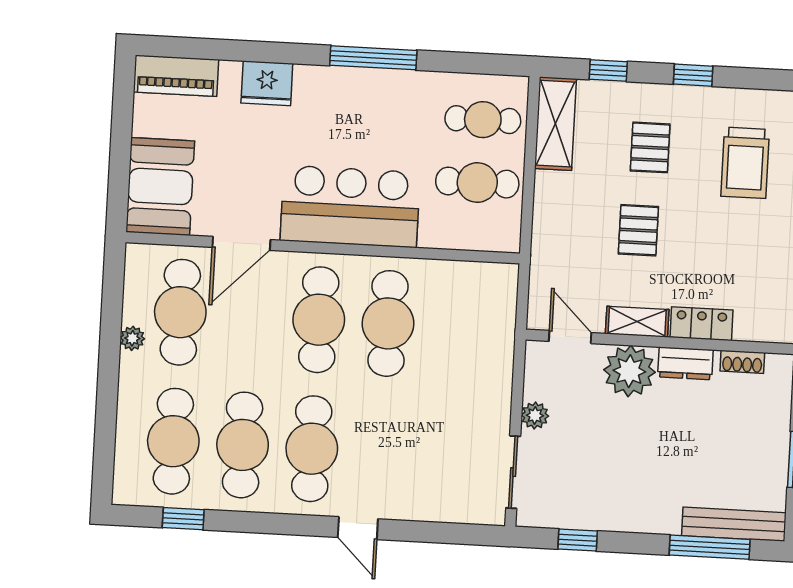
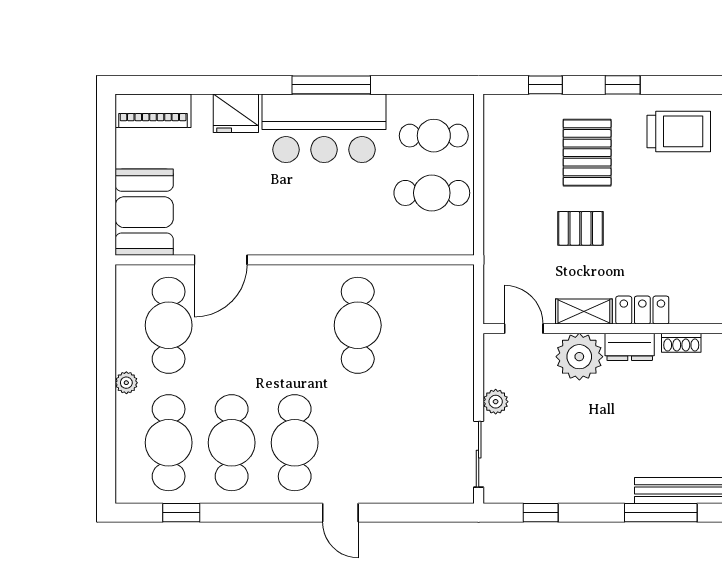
shelving: (555, 124) -> (500, 136), removed
pallet: (650, 147) -> (587, 153), width x1.50, depth x1.42
trolley: (745, 163) -> (679, 131), moved, turned -90
bar counter: (350, 206) -> (324, 128), moved, turned 180
pallet: (638, 230) -> (580, 228), turned 90
cafe table: (319, 320) -> (295, 325), removed
plant: (132, 338) -> (126, 383), moved

